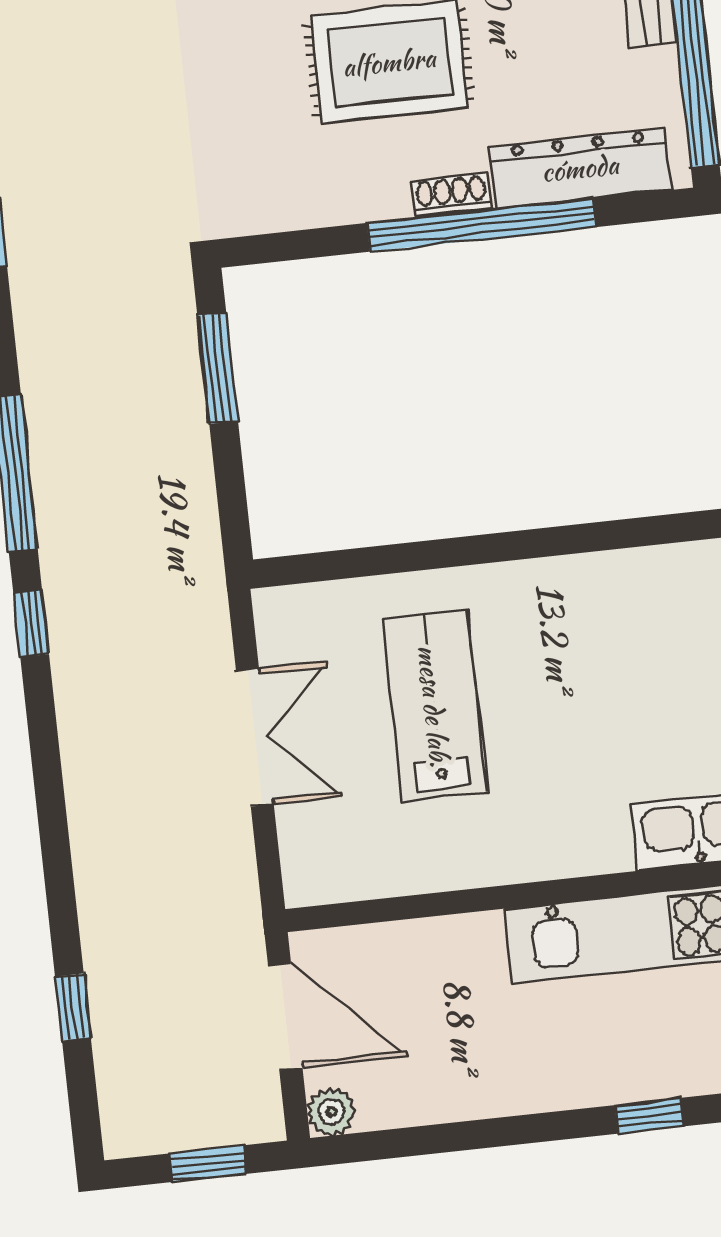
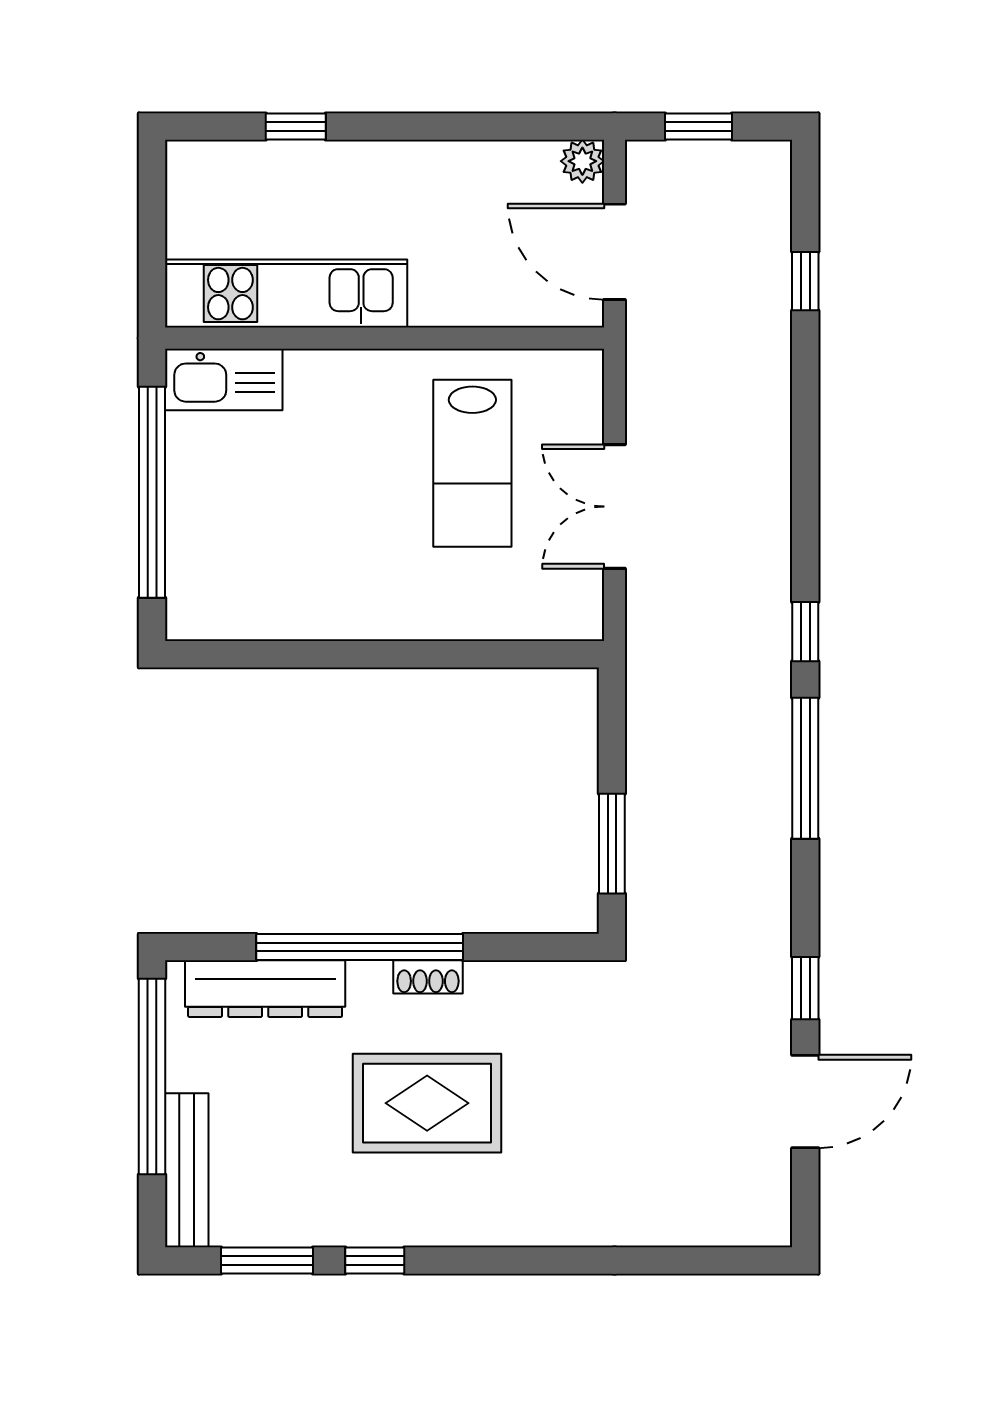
shoe rack: (451, 195) -> (428, 977), moved
lab bench: (434, 706) -> (472, 463), moved

